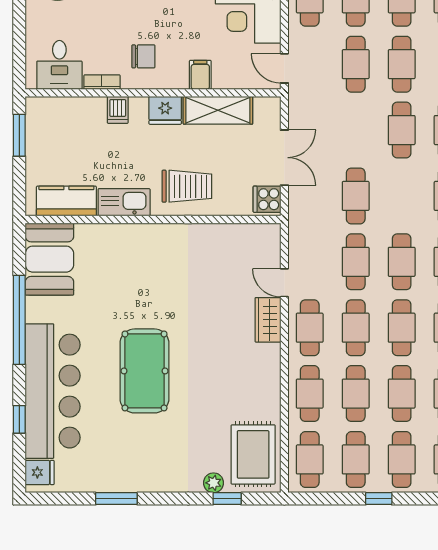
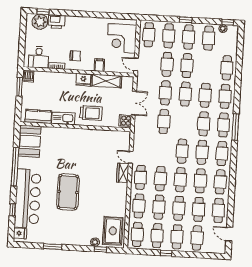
dishwasher: (118, 110) -> (29, 76), moved
cafe table: (356, 262) -> (165, 93), moved

